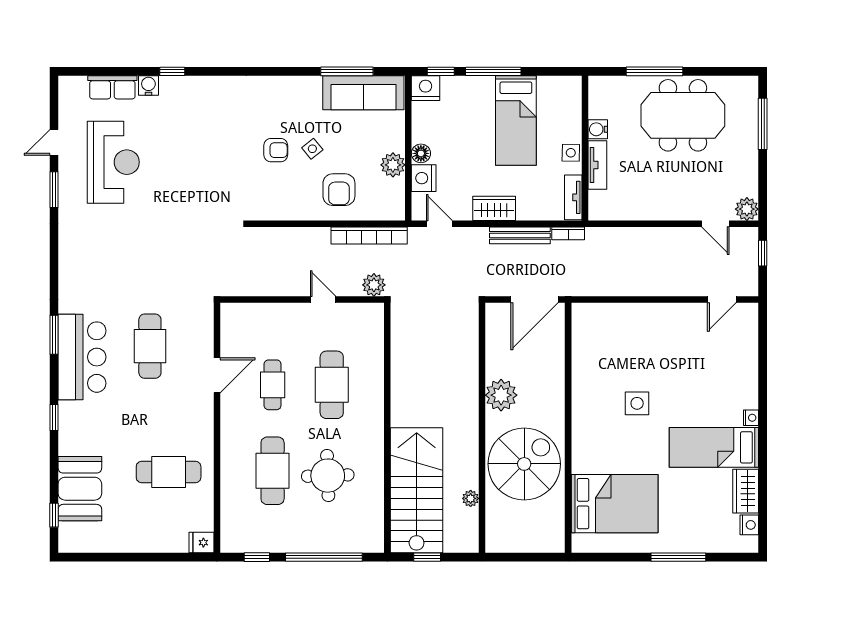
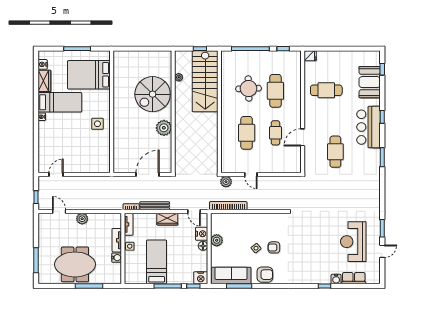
armchair: (339, 190) -> (265, 275), moved, turned 90
plant: (747, 209) -> (82, 219), moved
bar counter: (82, 357) -> (369, 127), moved
wall: (568, 428) -> (112, 112), moved
bed: (615, 504) -> (89, 75), moved

